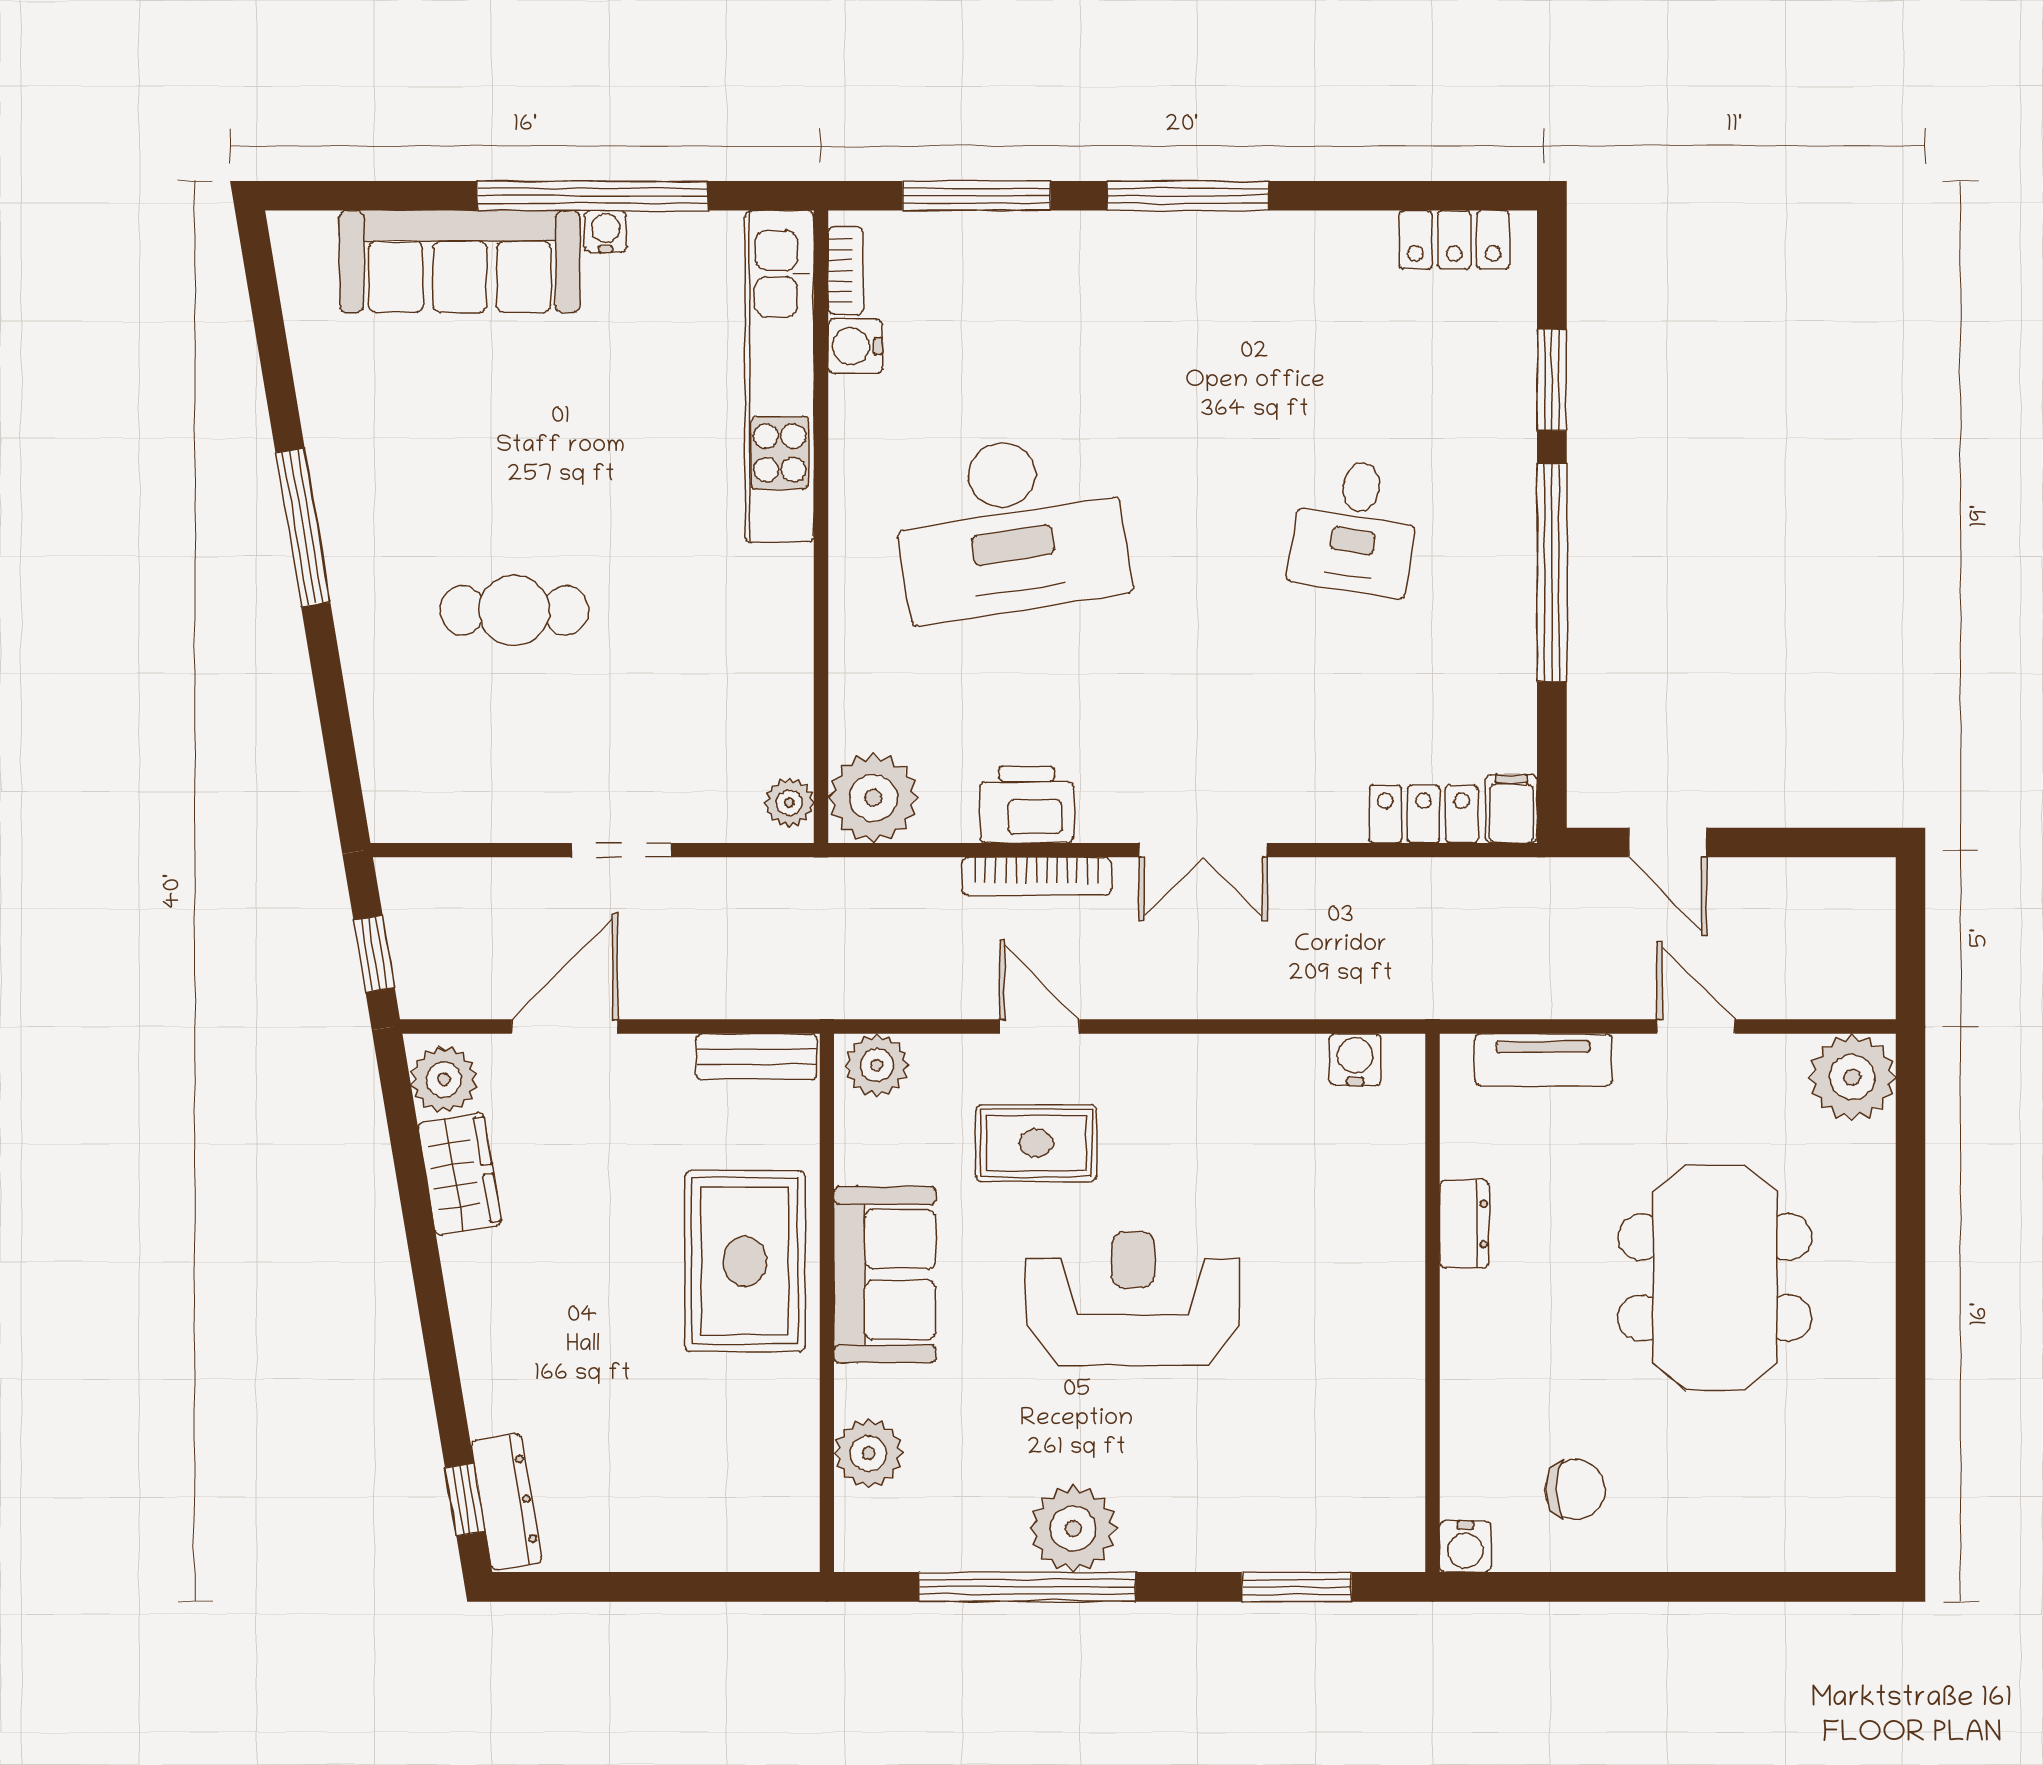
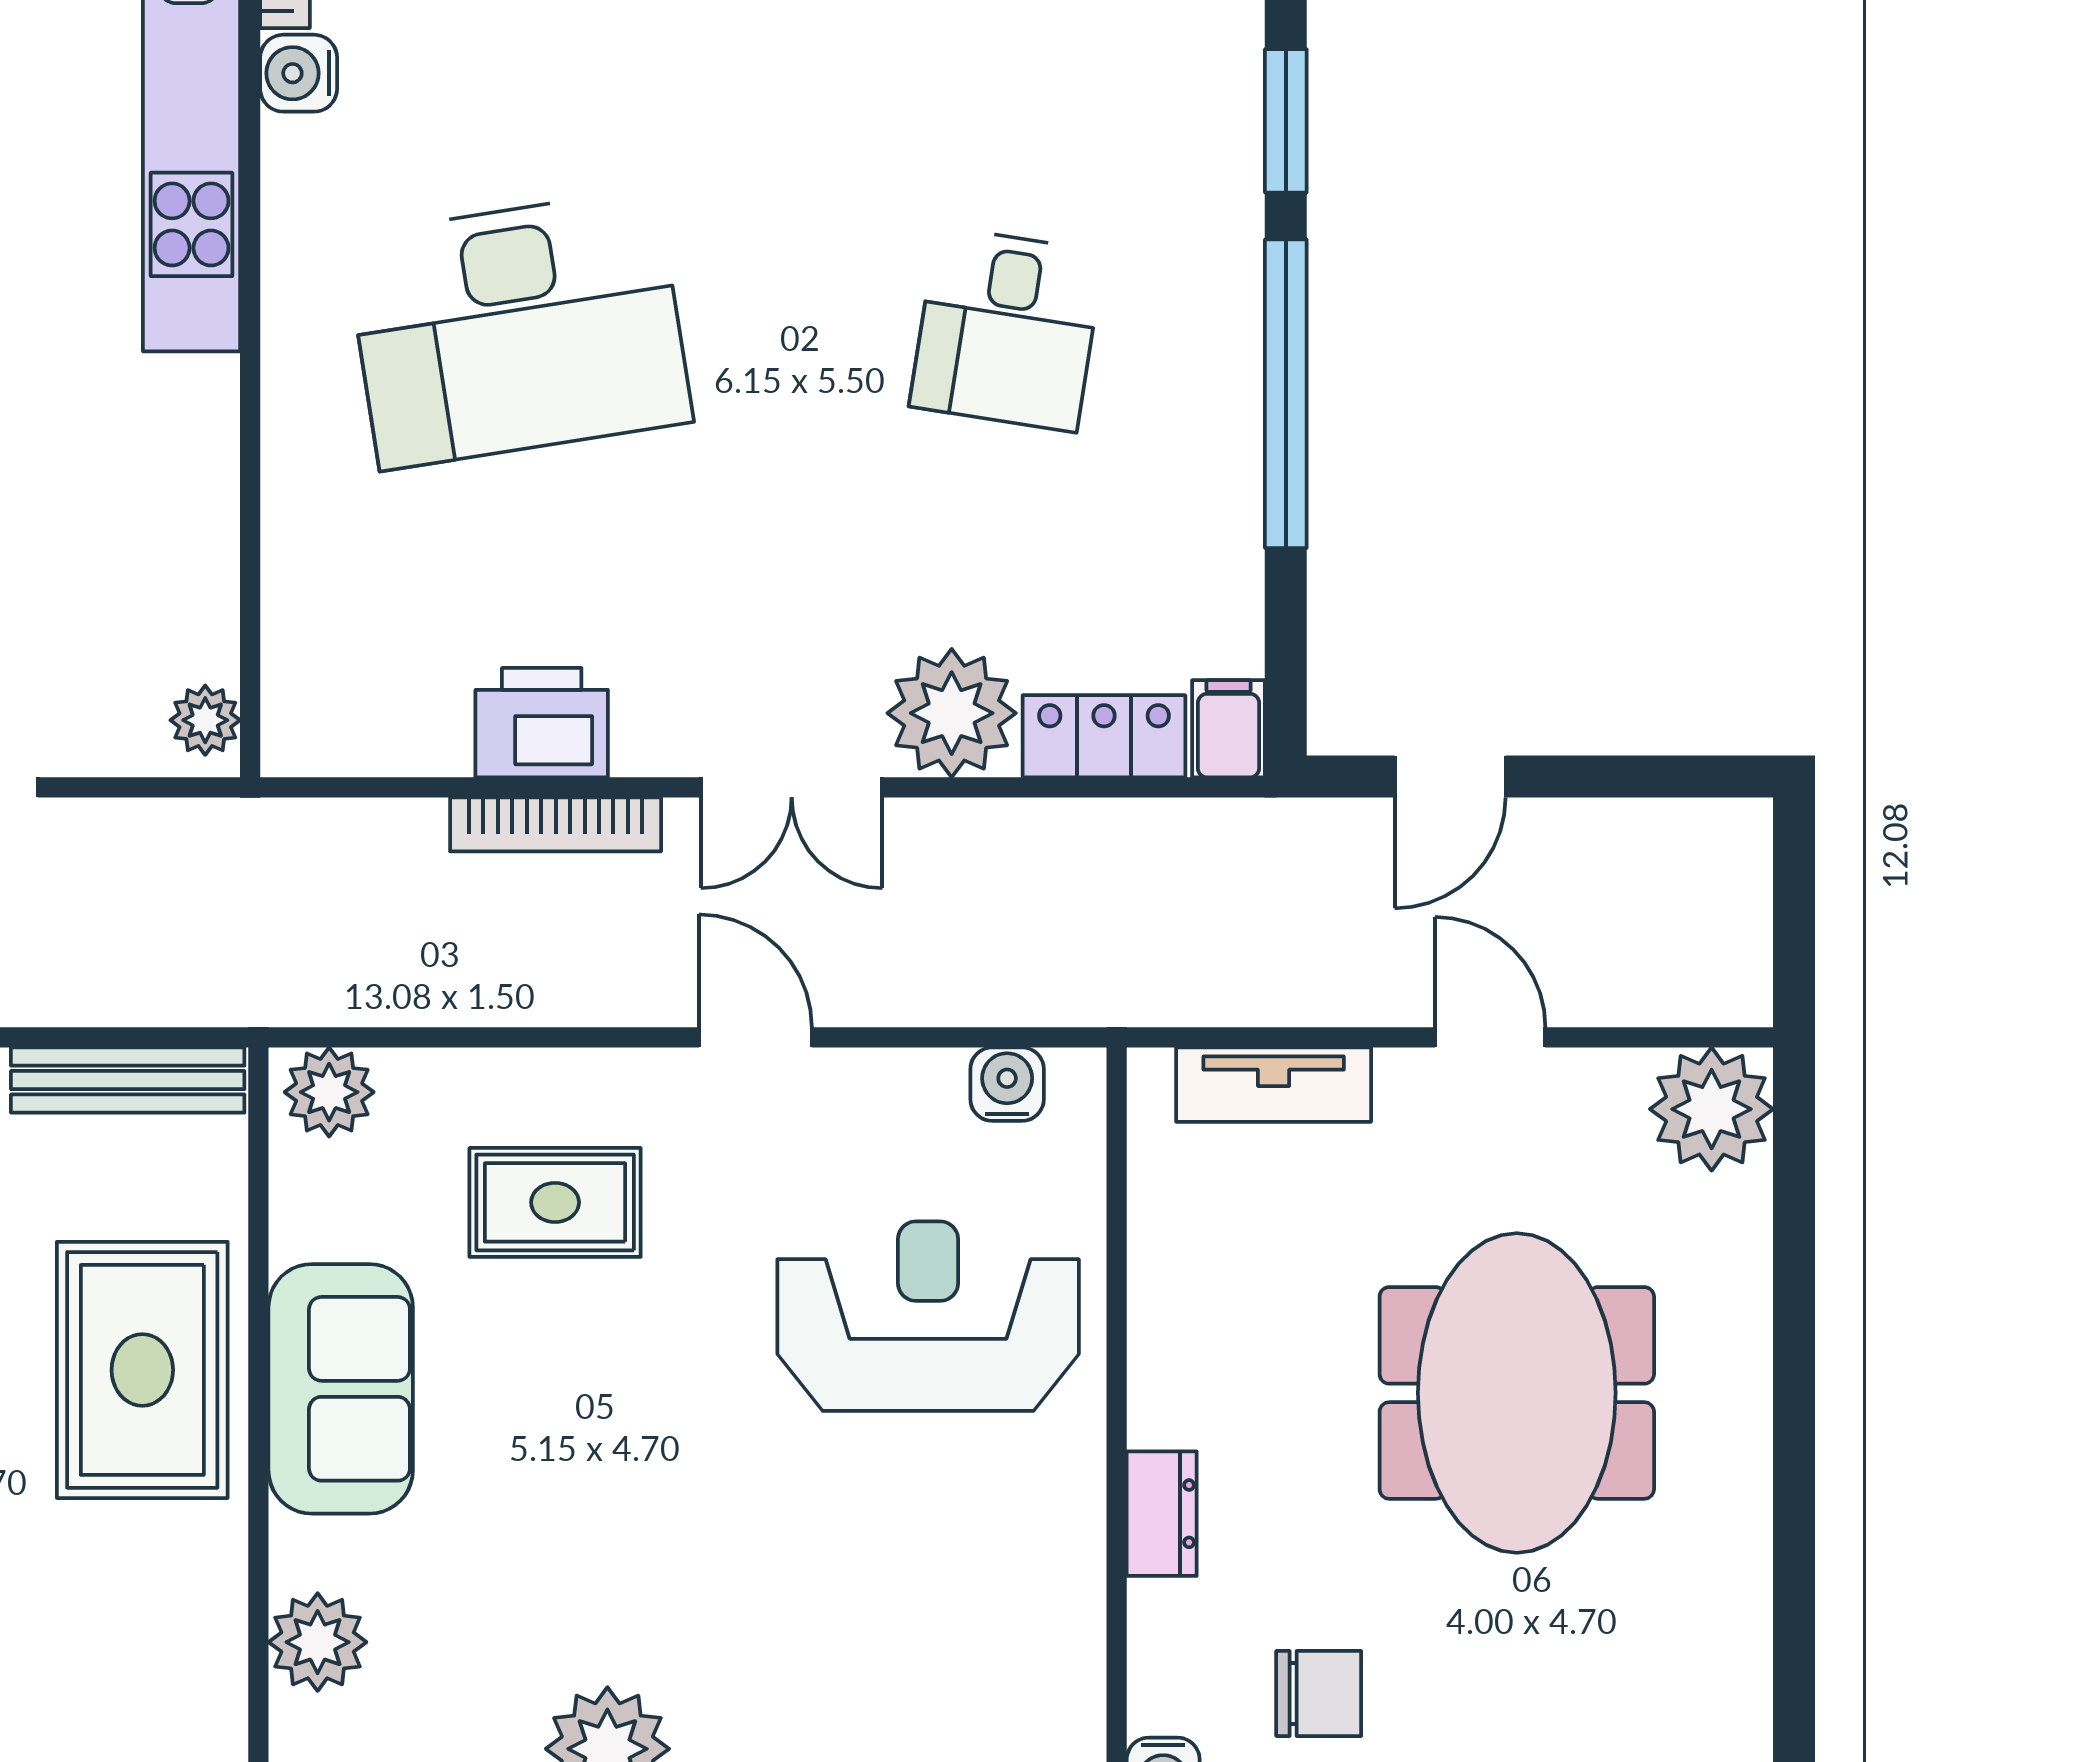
plant: (873, 798) -> (952, 713), moved
door: (1668, 843) -> (1450, 777), hinge flipped
door: (1040, 1027) -> (755, 1037), moved
bench: (757, 1057) -> (128, 1080), width x1.36
dresser: (1464, 1224) -> (1162, 1514), moved
reception desk: (1133, 1299) -> (928, 1316), moved

